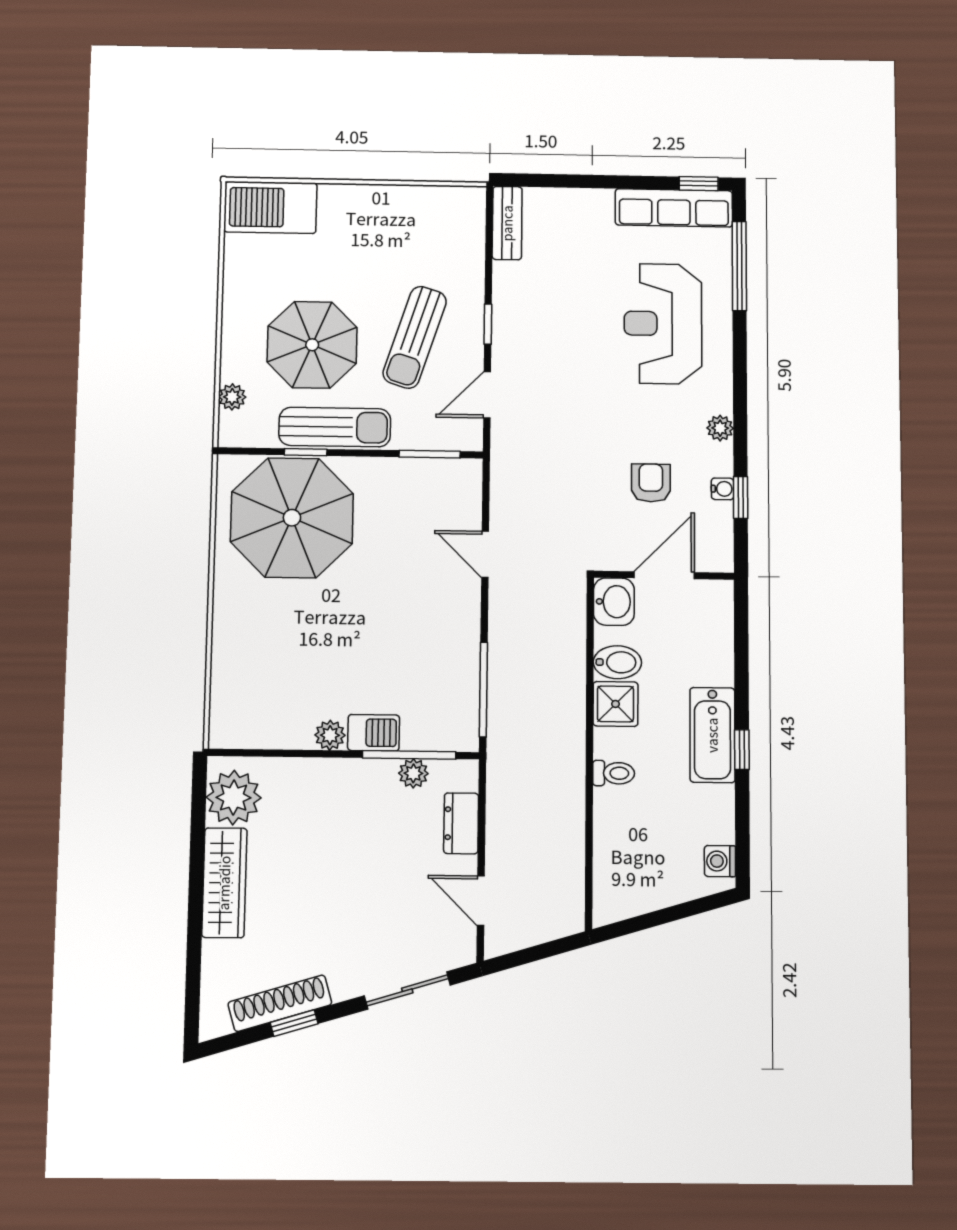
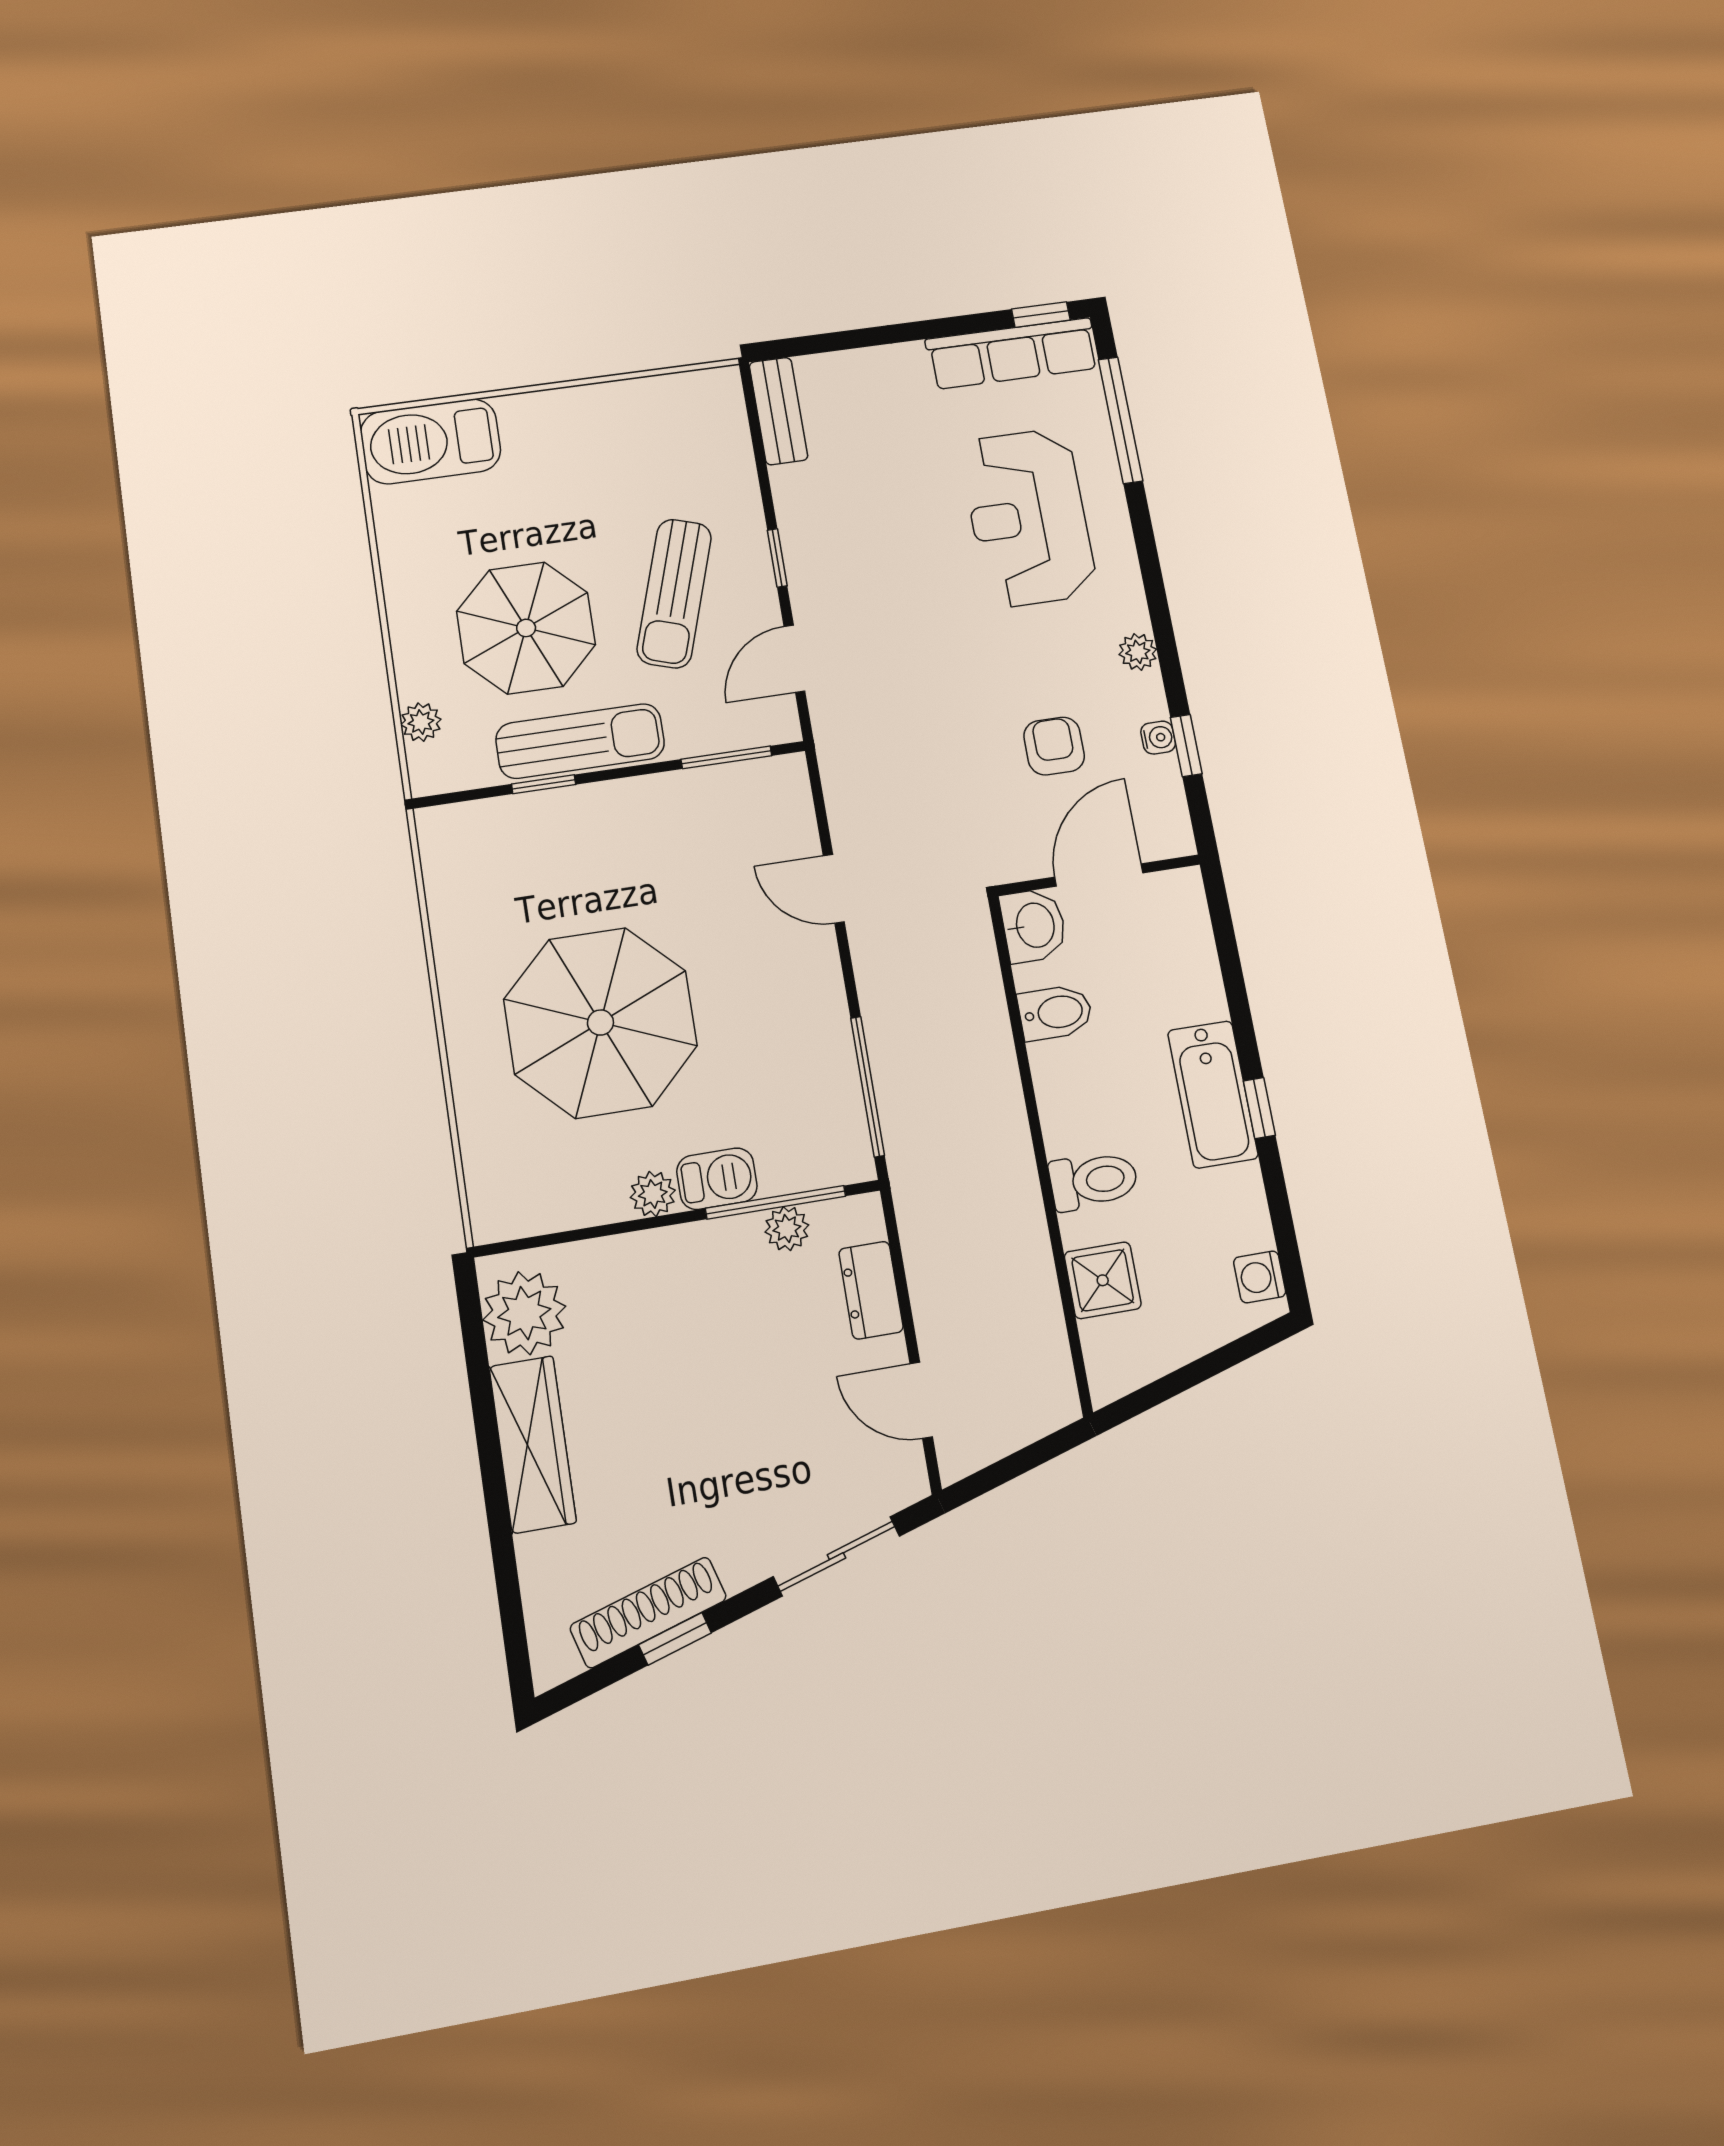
parasol: (292, 518) -> (600, 1023), moved
shower: (615, 704) -> (1103, 1280), moved
toilet: (614, 773) -> (1094, 1181), width x1.37, depth x1.39

